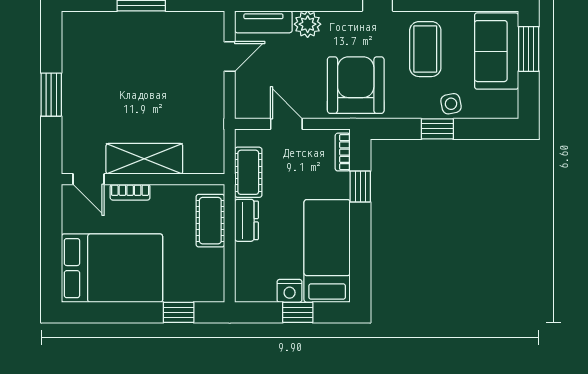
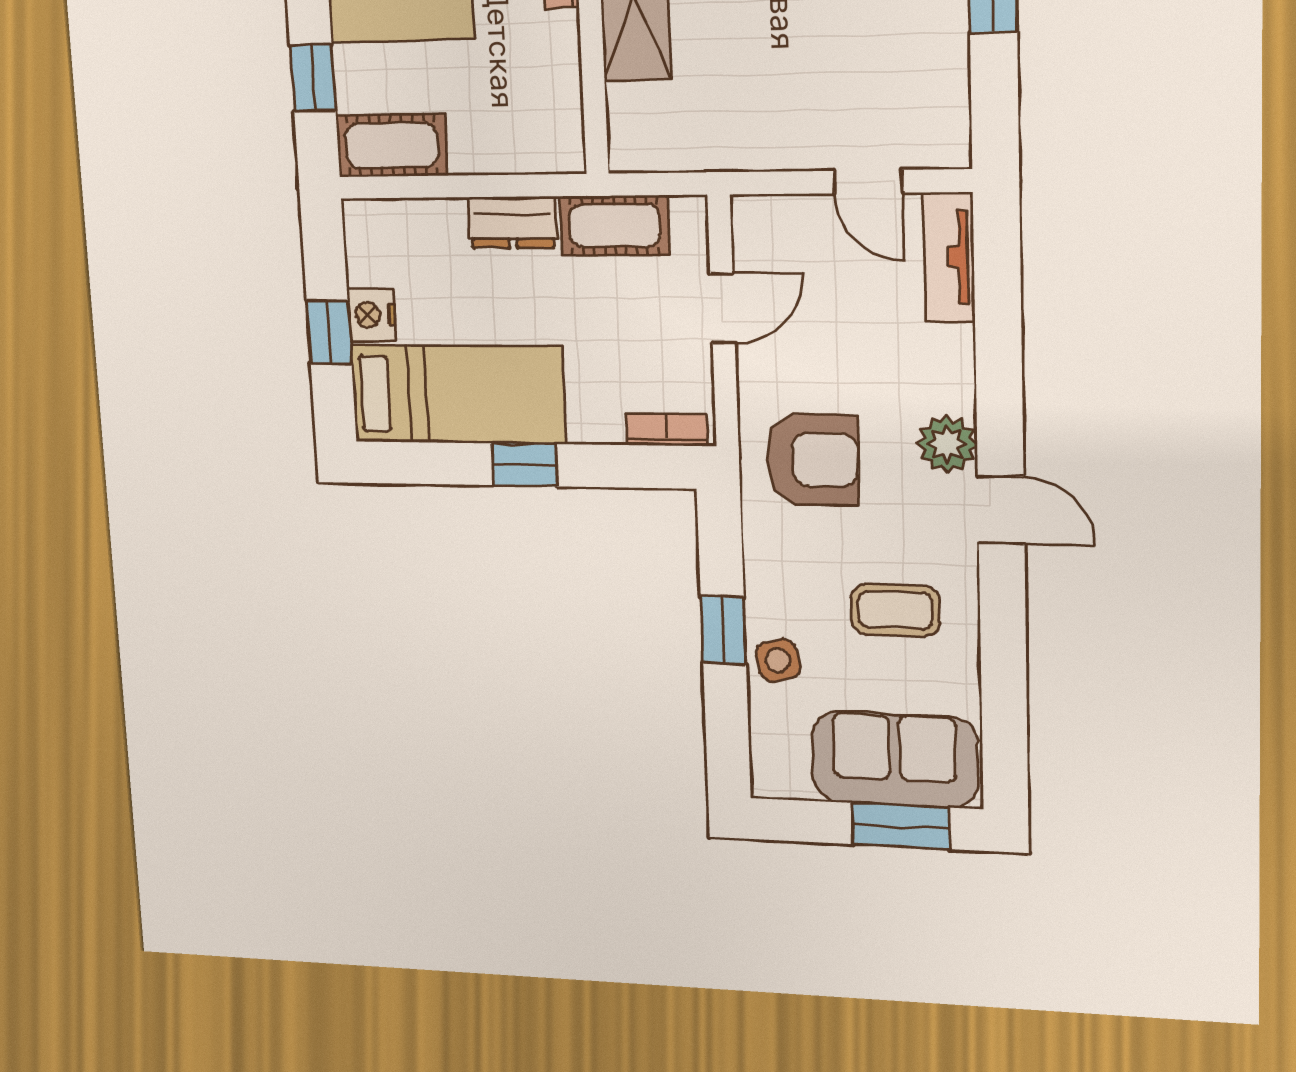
plant: (308, 24) -> (947, 444), moved
coffee table: (425, 49) -> (895, 610), width x0.73, depth x0.77
armchair: (356, 85) -> (812, 460), width x0.73, depth x0.73
window: (360, 187) -> (524, 465), moved
cot: (210, 221) -> (392, 145), moved

